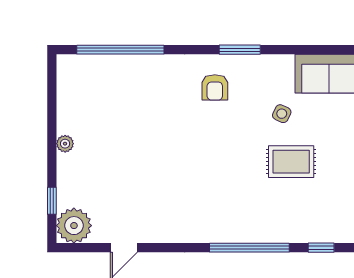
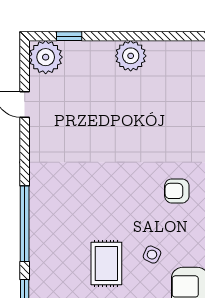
plant: (65, 144) -> (131, 56), width x1.87, depth x1.87

